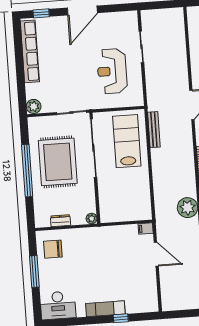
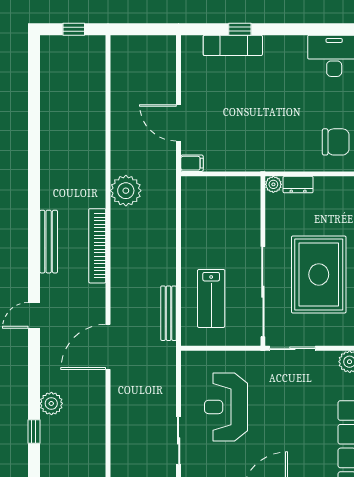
reception desk: (112, 71) -> (226, 407), turned 180
lab bench: (127, 141) -> (211, 298), width x0.73, depth x0.72
dresser: (60, 221) -> (298, 185), moved
exam couch: (105, 309) -> (233, 45), moved

